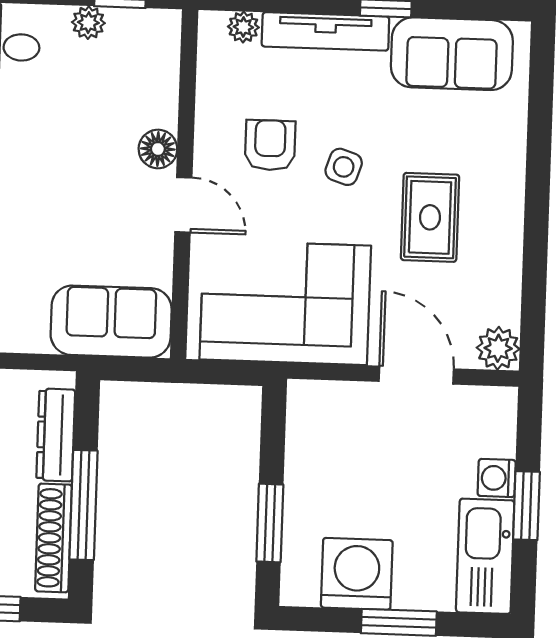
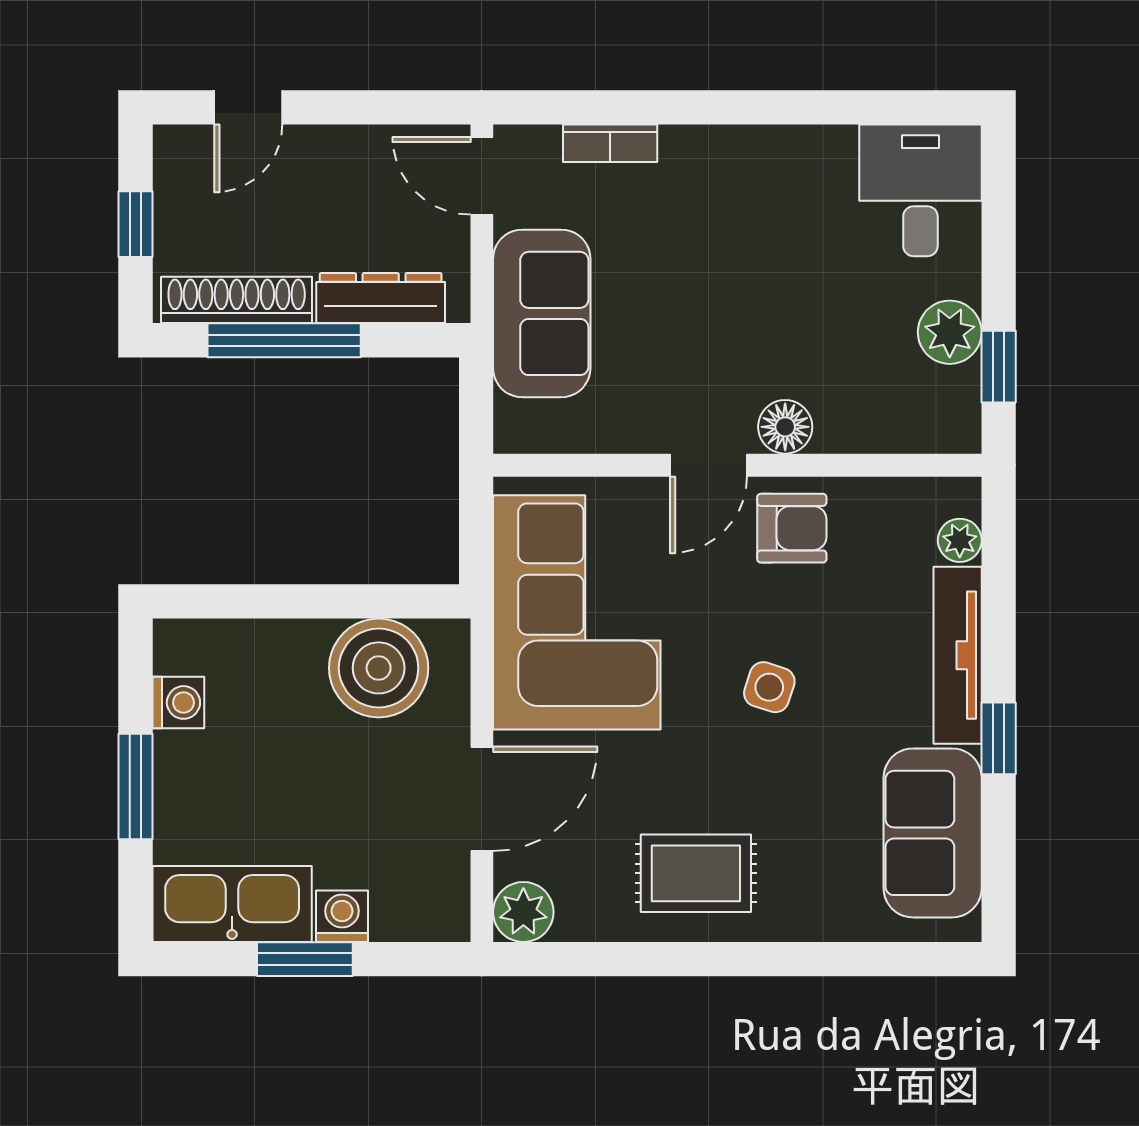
plant: (88, 23) -> (950, 332), width x1.38, depth x1.38
armchair: (270, 145) -> (792, 528), moved
rug: (430, 217) -> (696, 873), moved
sofa: (111, 322) -> (542, 313), moved
boiler: (320, 446) -> (379, 668), added
window: (270, 523) -> (268, 601), removed
washing machine: (357, 574) -> (178, 702), width x0.53, depth x0.53

